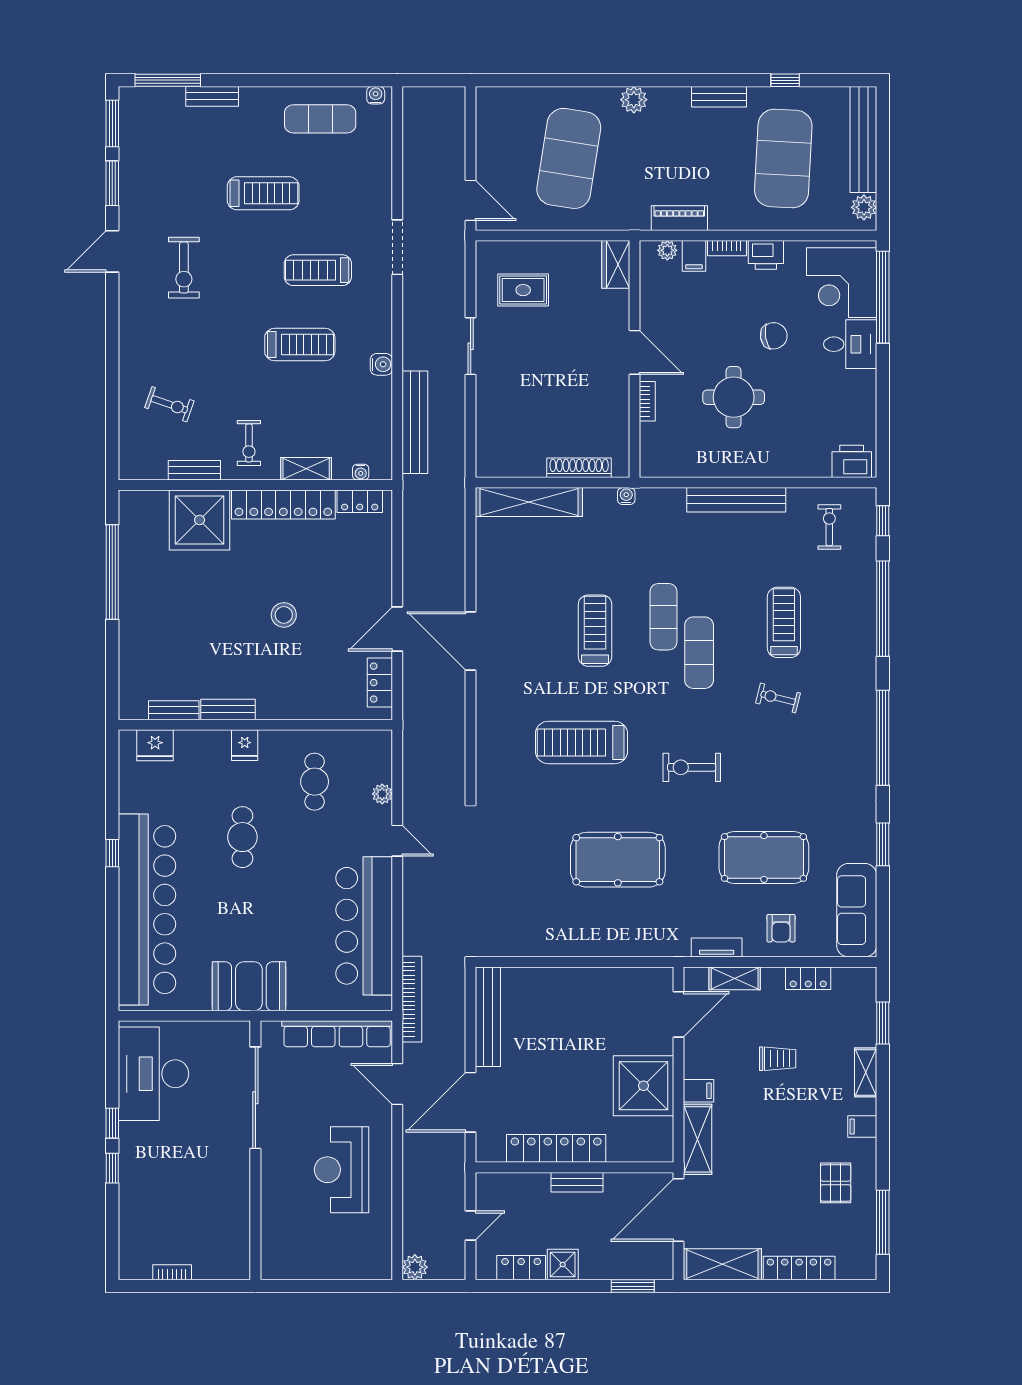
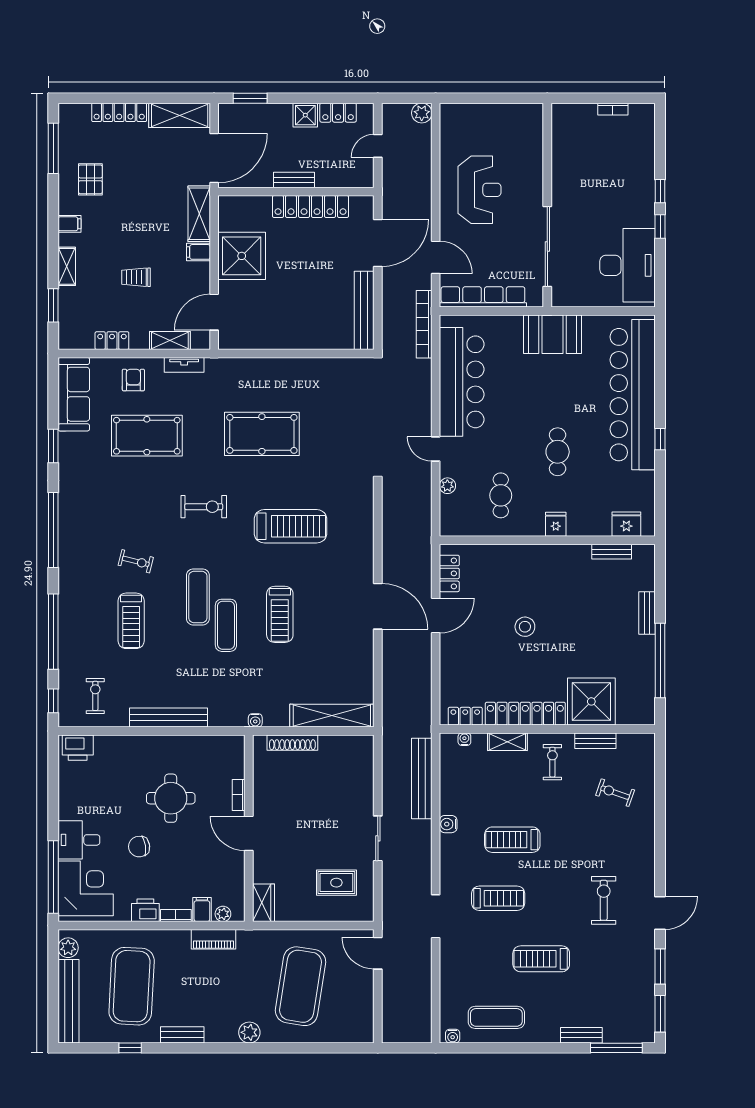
exercise bike: (829, 527) -> (95, 696), turned 180
bench: (228, 709) -> (647, 613), moved, turned 90

